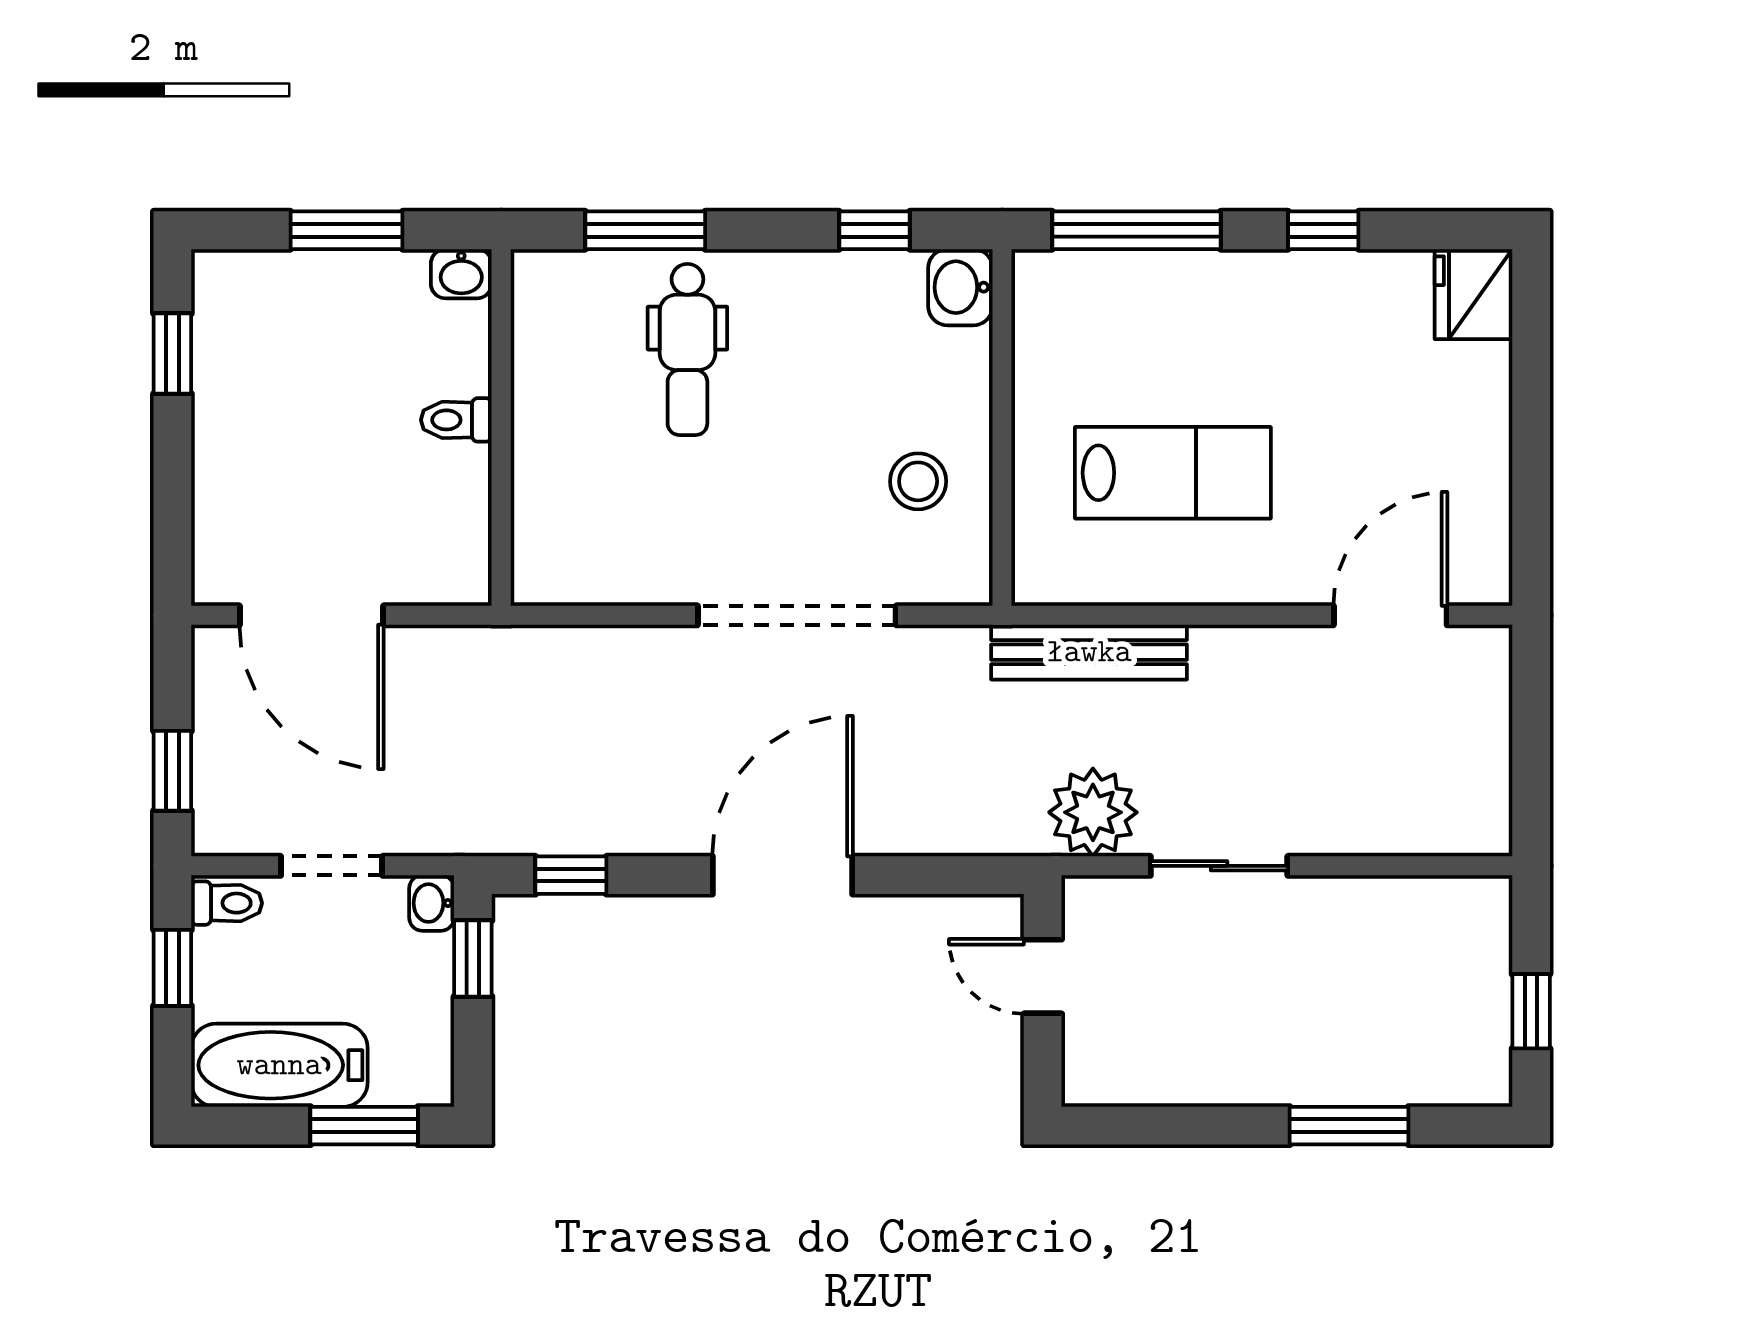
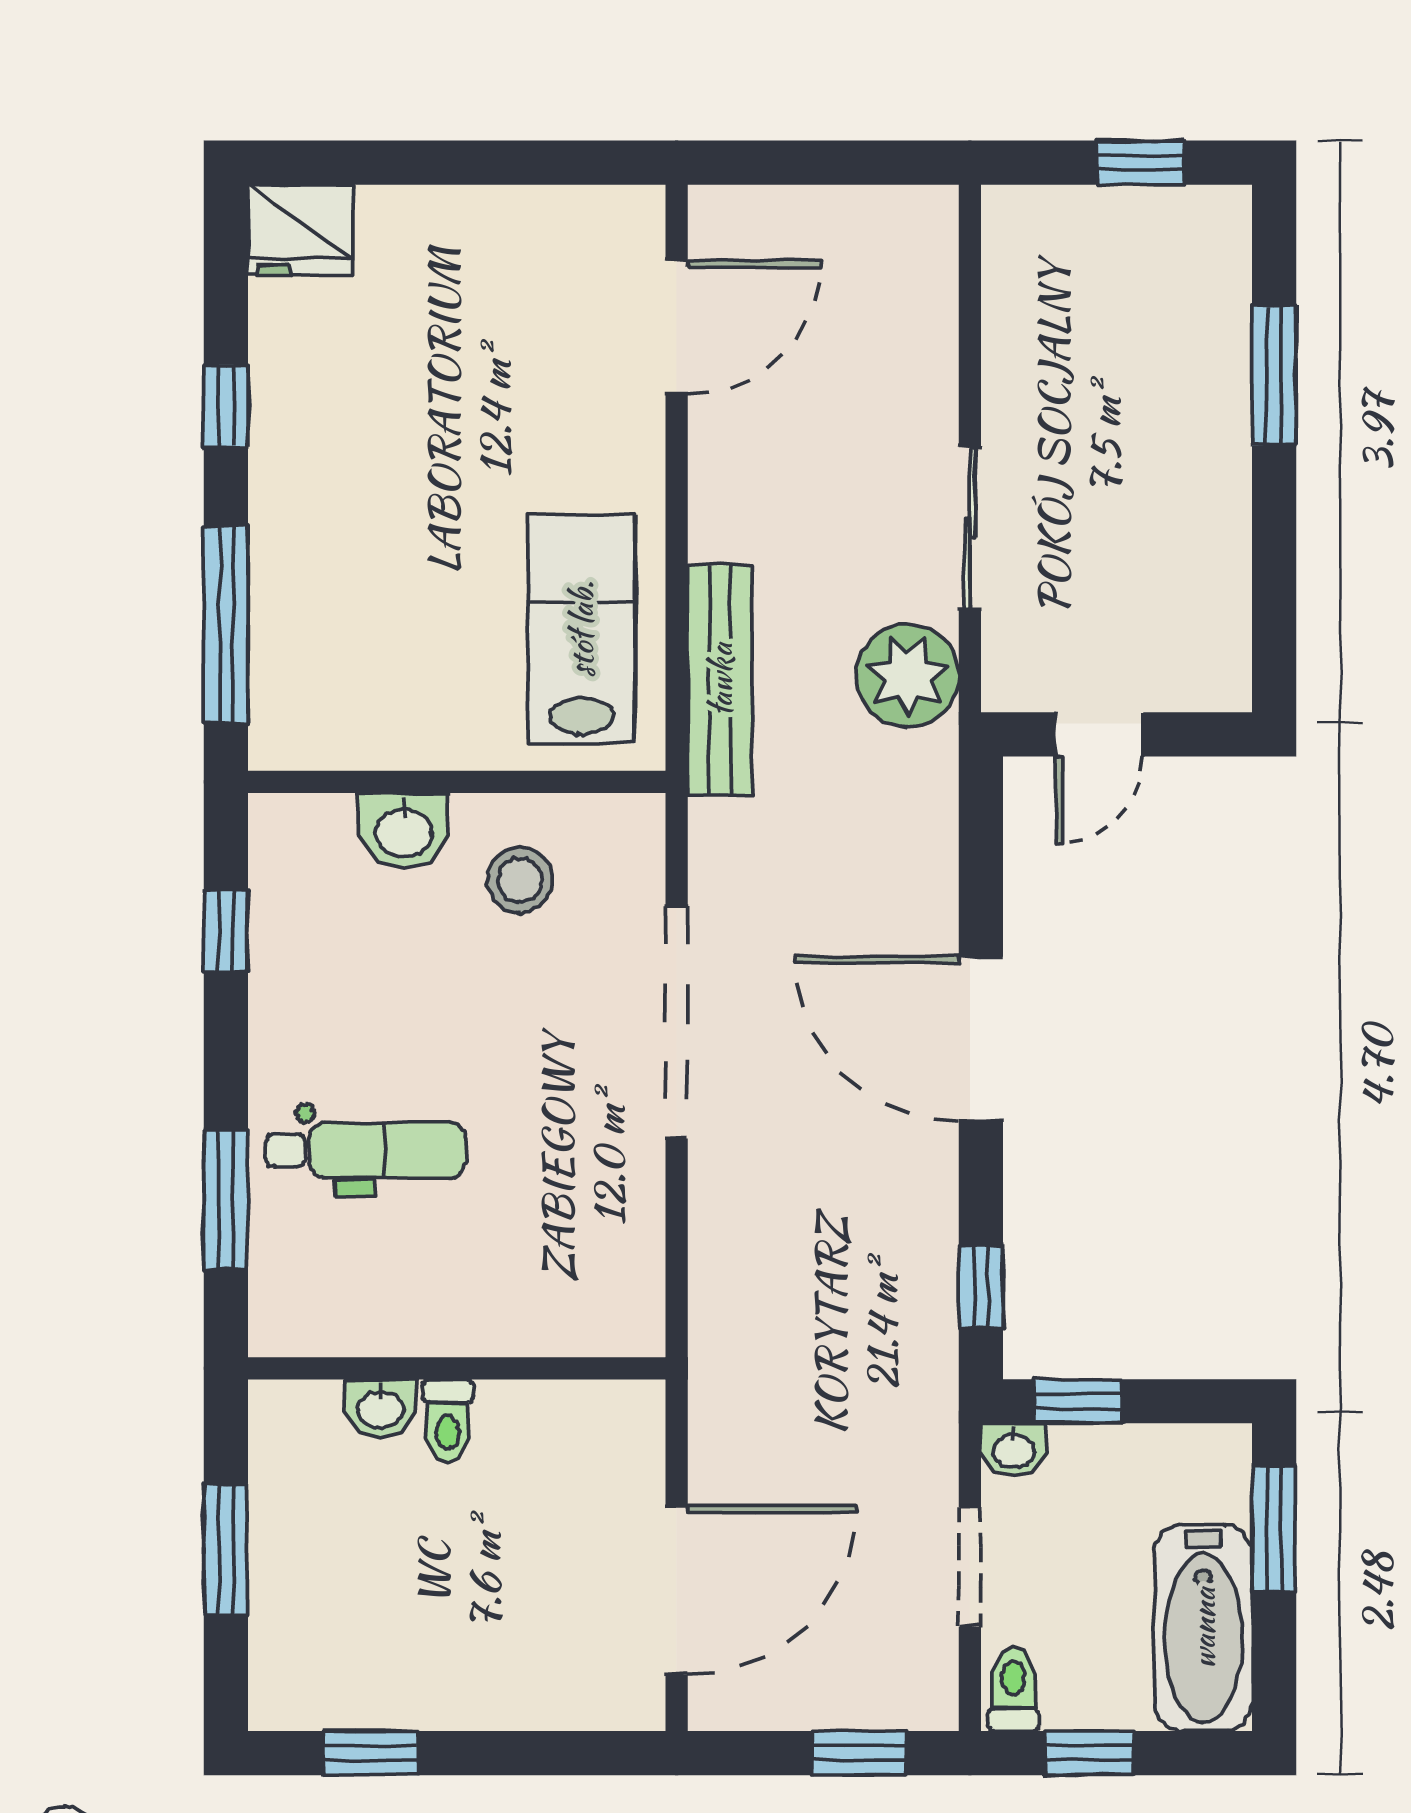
washbasin: (461, 274) -> (381, 1408), moved, turned 90
washbasin: (960, 287) -> (404, 831), moved
lab bench: (1173, 473) -> (581, 629), moved
door: (1390, 615) -> (677, 327), swing flipped

